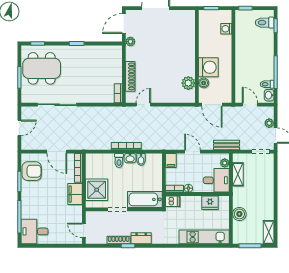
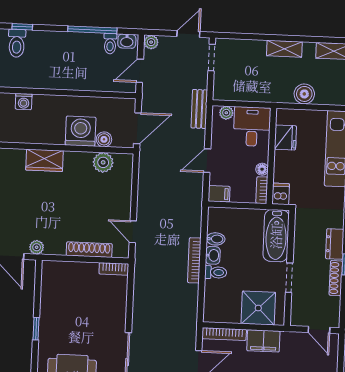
wardrobe: (188, 44) -> (44, 160), added
plant: (269, 123) -> (151, 42), moved
shelving: (238, 174) -> (284, 49), moved
door: (84, 230) -> (319, 330), hinge flipped

